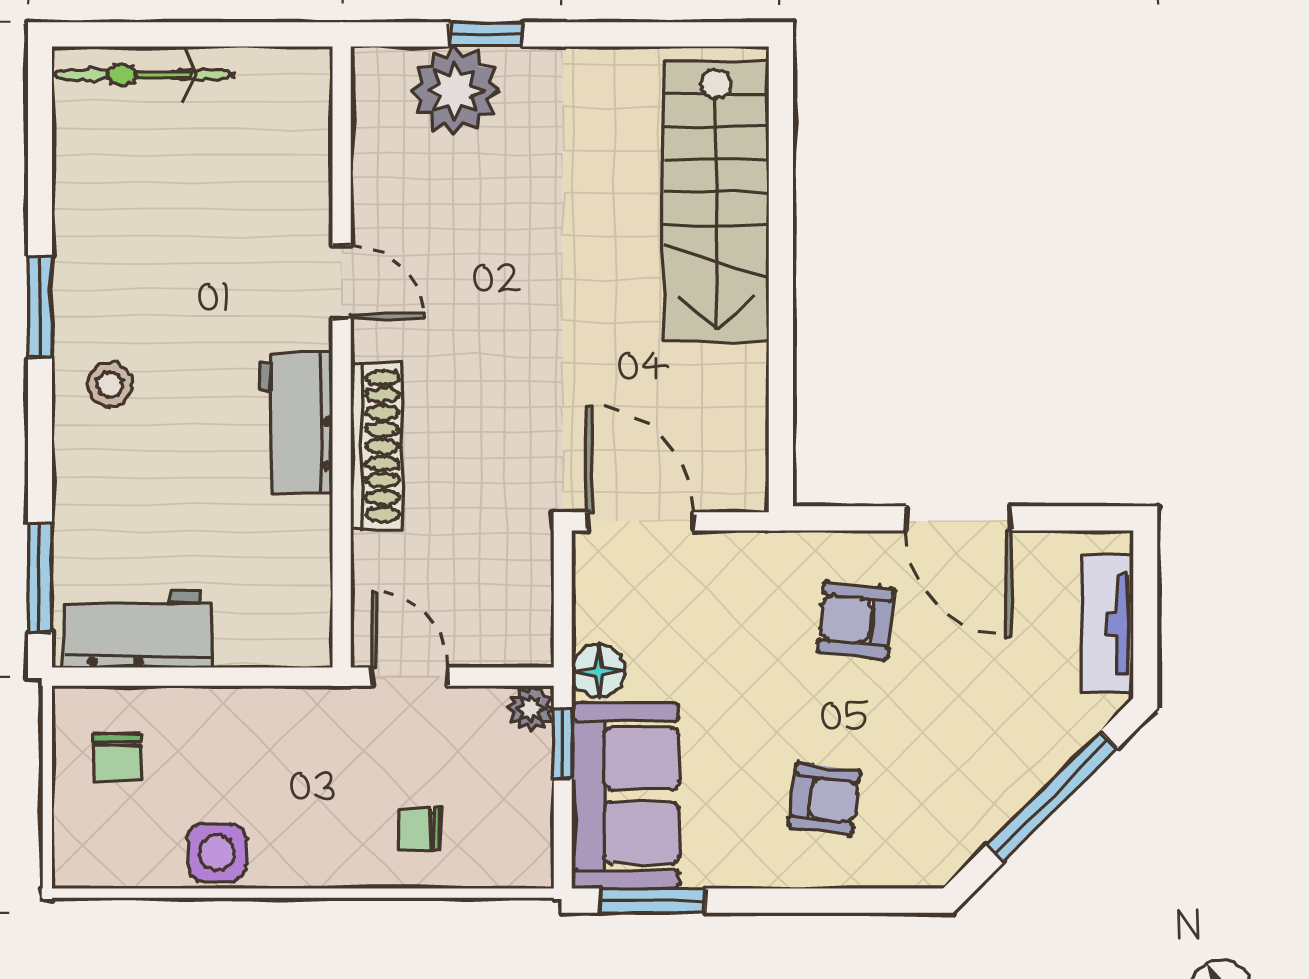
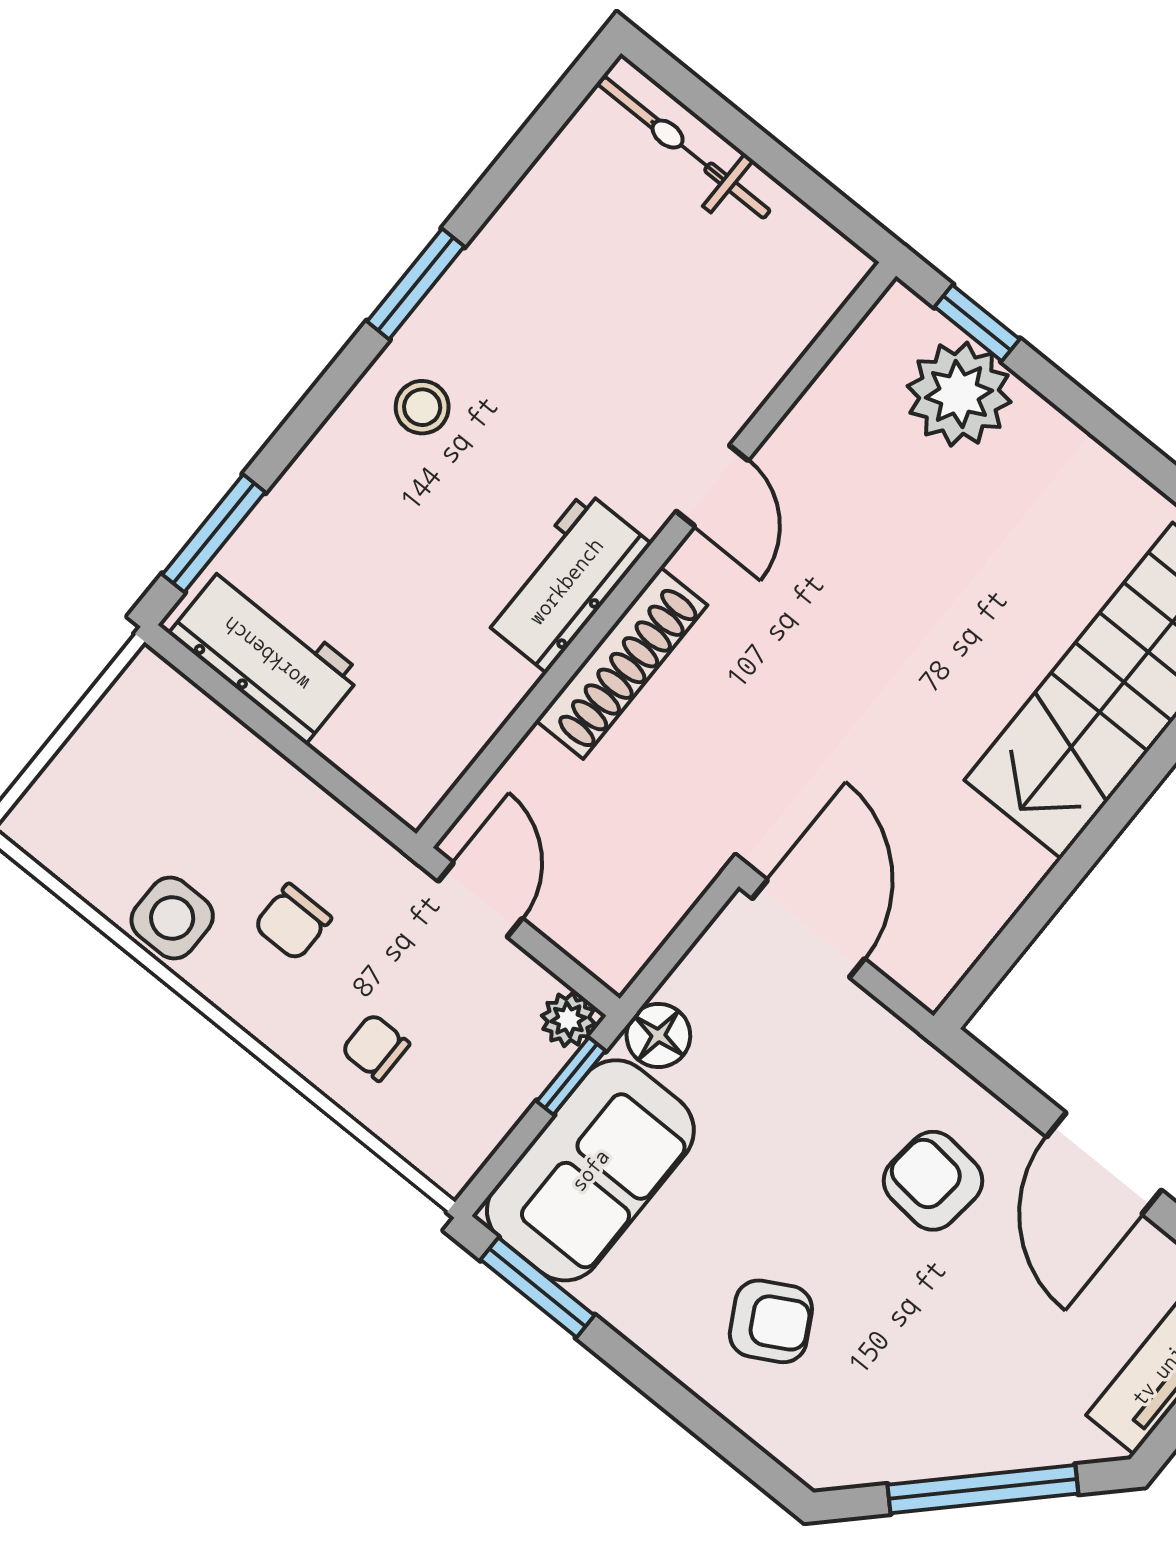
window: (486, 34) -> (977, 323), moved
chair: (118, 757) -> (293, 922), moved
armchair: (824, 799) -> (771, 1321), turned -37

